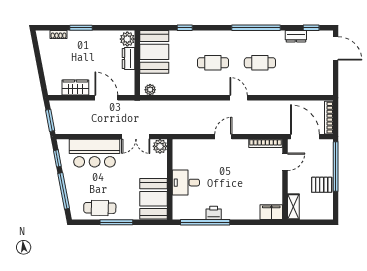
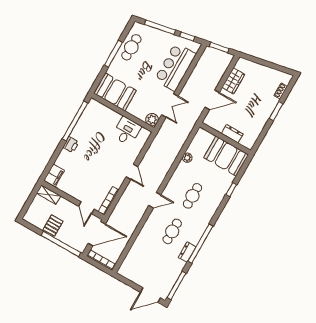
window: (311, 28) -> (177, 285), width x2.17
dresser: (296, 36) -> (187, 252), moved
plant: (127, 39) -> (248, 141), removed
plant: (150, 90) -> (187, 158), moved
double door: (136, 137) -> (170, 105), swing flipped
desk: (186, 183) -> (127, 131), moved
printer: (214, 213) -> (71, 145), moved

